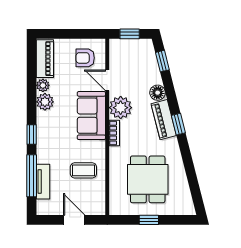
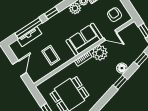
door: (107, 80) -> (110, 35), swing flipped
piano: (164, 120) -> (109, 82), removed
window: (178, 124) -> (120, 82), moved

